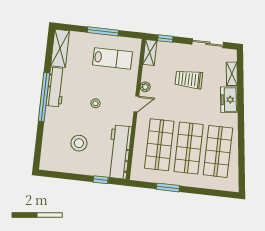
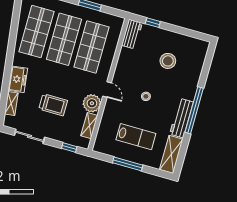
shelving: (150, 53) -> (89, 126), moved
lab bench: (112, 58) -> (136, 137), moved, turned 180
plant: (145, 87) -> (92, 103), width x1.88, depth x1.88
door: (136, 104) -> (107, 90), swing flipped
workbench: (119, 152) -> (132, 34), width x0.53, depth x0.76

